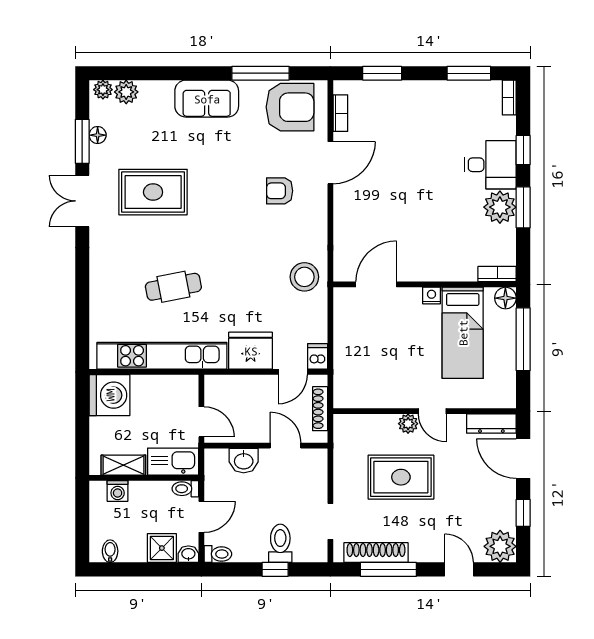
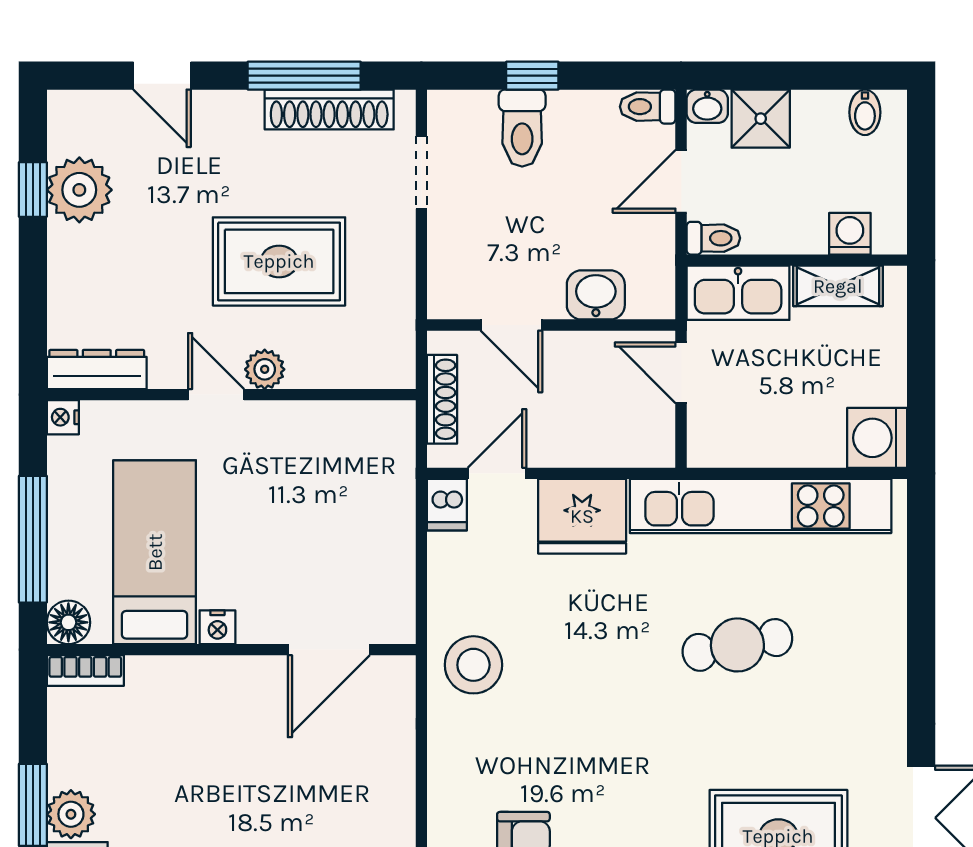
plant: (500, 207) -> (71, 814), width x0.73, depth x0.73
washing machine: (110, 395) -> (877, 438), width x0.73, depth x0.73
nightstand: (508, 400) -> (63, 417), added
door: (523, 459) -> (33, 299), removed
plant: (500, 546) -> (79, 190), moved

